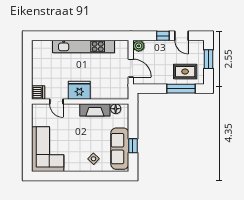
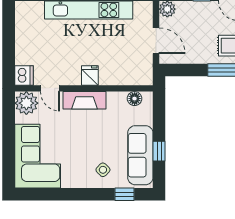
fridge: (79, 90) -> (90, 76), width x0.53, depth x0.75
fireplace: (95, 110) -> (84, 100), moved
plant: (40, 112) -> (26, 103), added
window: (109, 176) -> (124, 194), added

